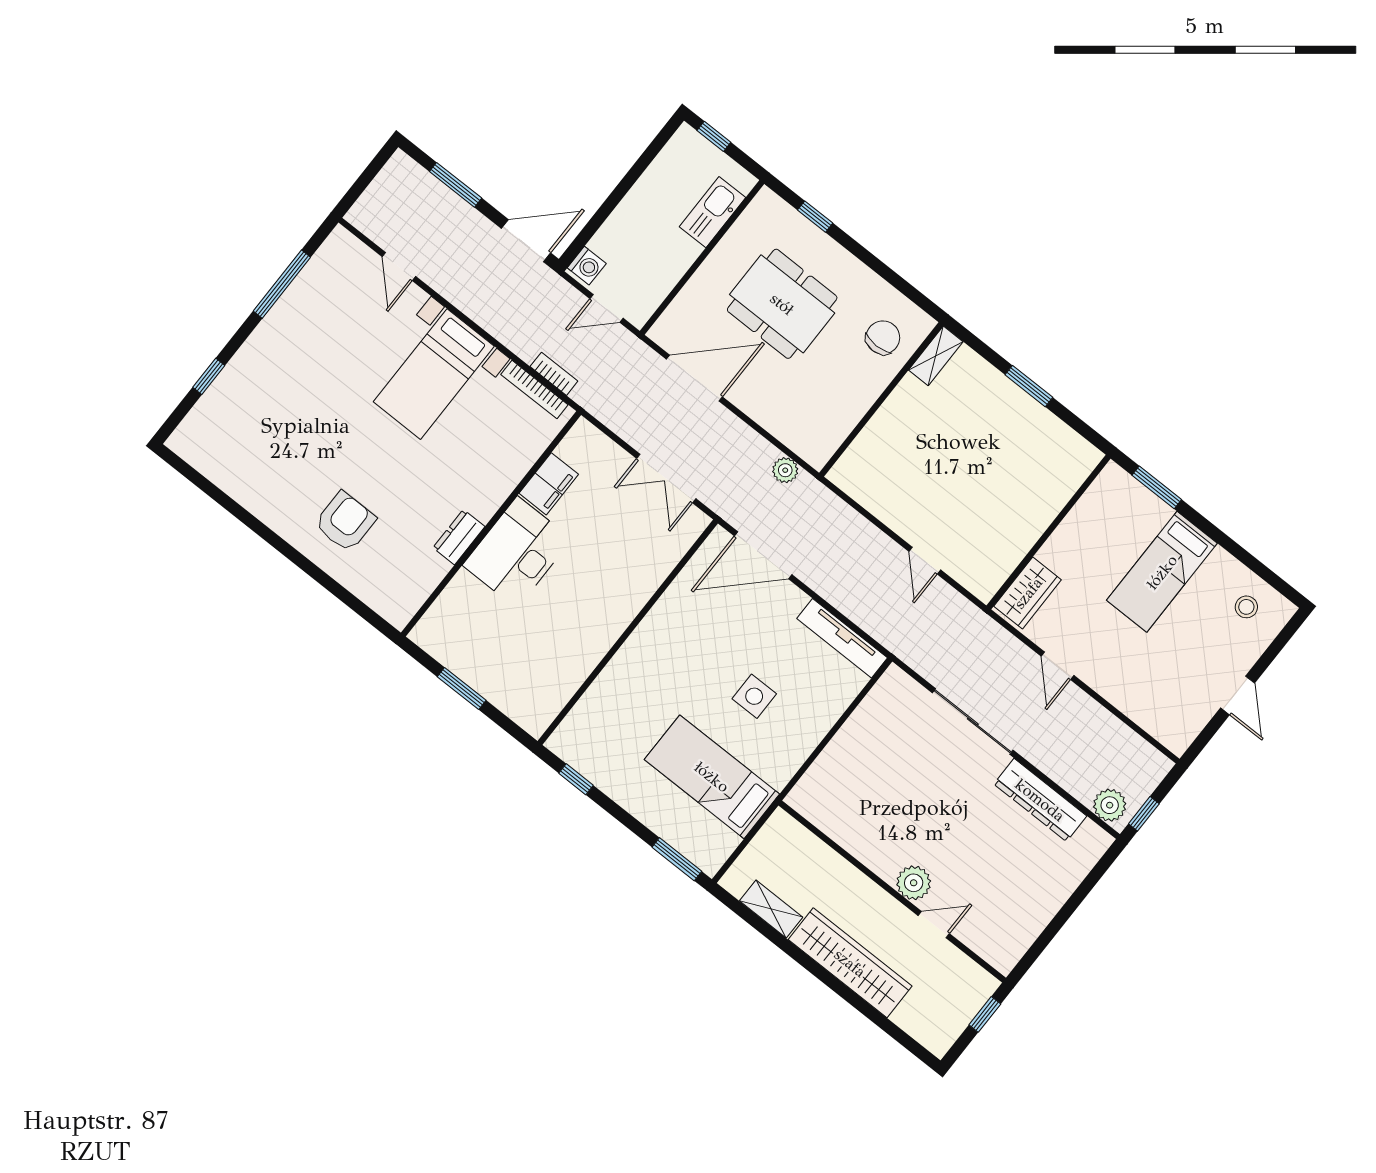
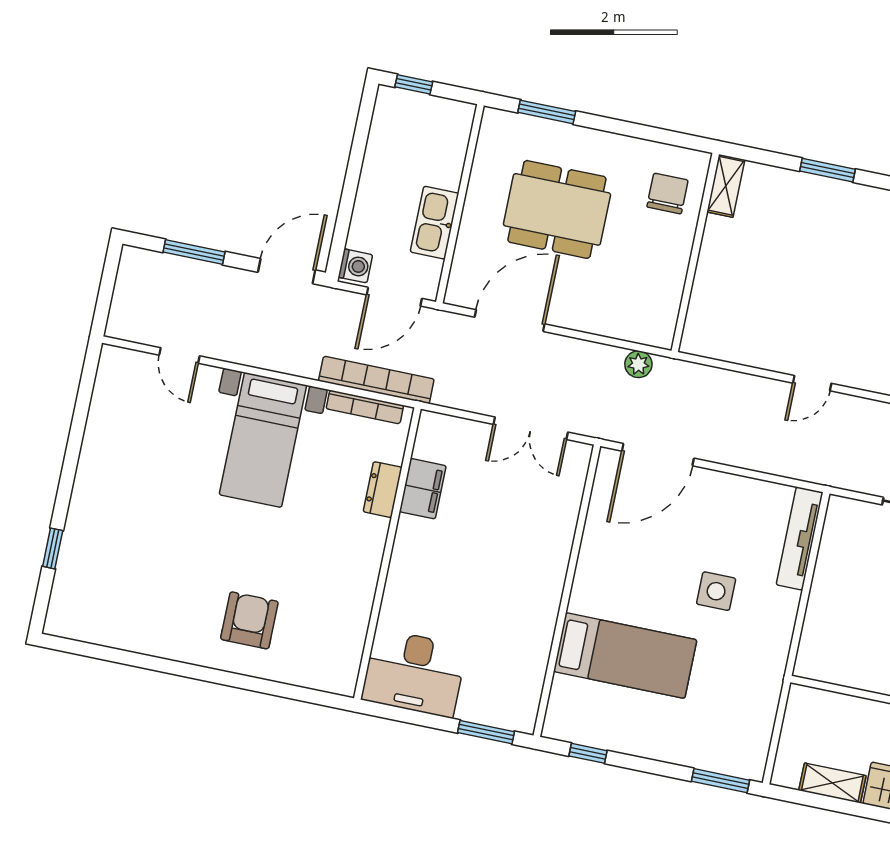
kitchen sink: (713, 212) -> (435, 223), moved
window: (815, 217) -> (547, 112), width x1.50
window: (282, 284) -> (78, 427), removed
door: (607, 308) -> (394, 297), width x1.38
bookcase: (554, 374) -> (376, 380), width x2.31, depth x1.31
dresser: (459, 537) -> (383, 490), moved
desk: (517, 552) -> (414, 673), moved, turned -90
door: (925, 561) -> (812, 383), hinge flipped
tv unit: (842, 638) -> (800, 538), moved, turned 90
window: (462, 689) -> (486, 732), moved
bed: (712, 777) -> (625, 656), moved, turned 180

